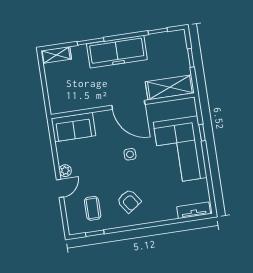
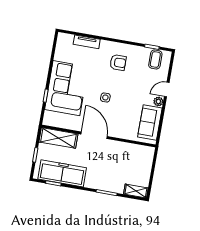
freezer: (117, 52) -> (62, 173), moved
sofa: (73, 127) -> (150, 123), moved, turned -90
armchair: (129, 201) -> (118, 62), turned 125
coffee table: (93, 208) -> (155, 60), moved
tv unit: (194, 210) -> (87, 42), moved

